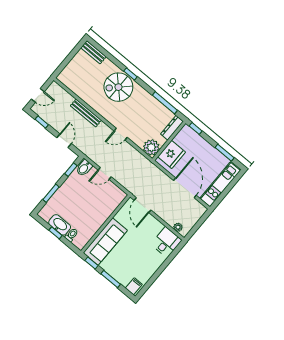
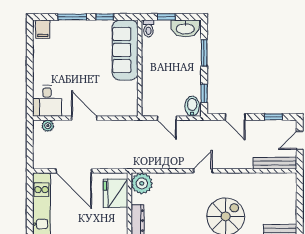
bench: (86, 113) -> (275, 163), moved
door: (121, 134) -> (203, 171), moved
door: (105, 173) -> (167, 118), swing flipped
door: (142, 205) -> (84, 118), moved
wall: (106, 224) -> (140, 68), moved
washbasin: (60, 225) -> (185, 28), moved
sofa: (105, 242) -> (125, 50), moved

